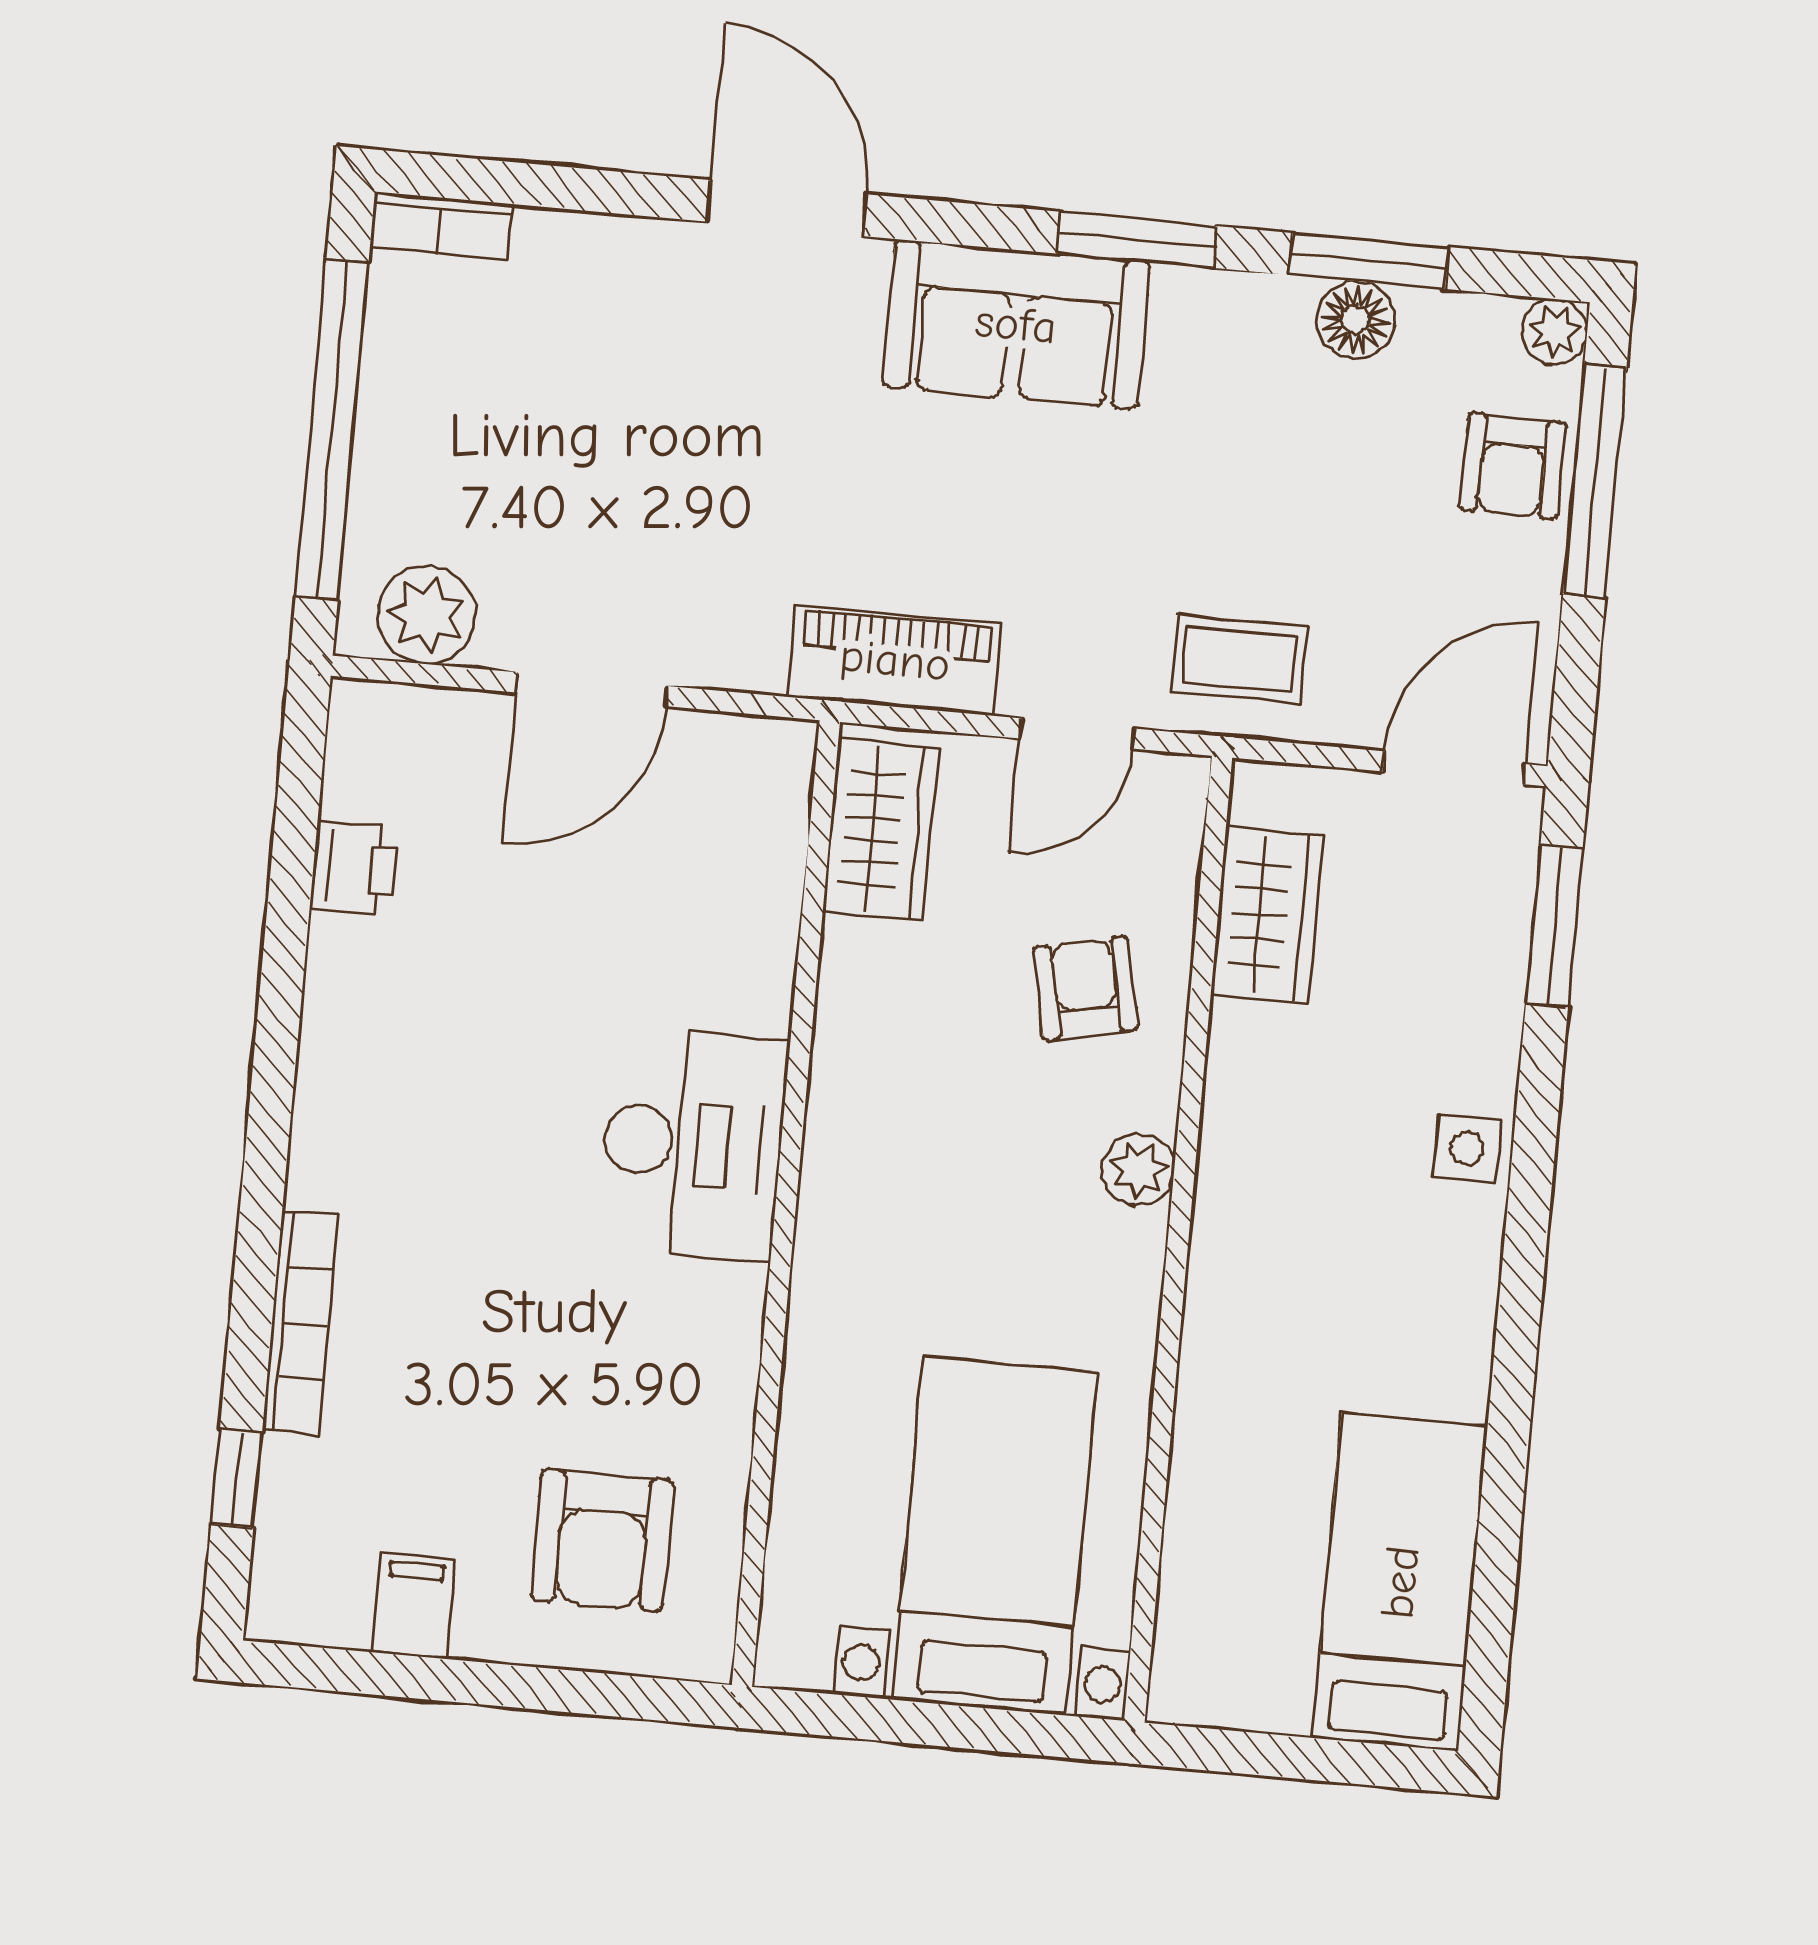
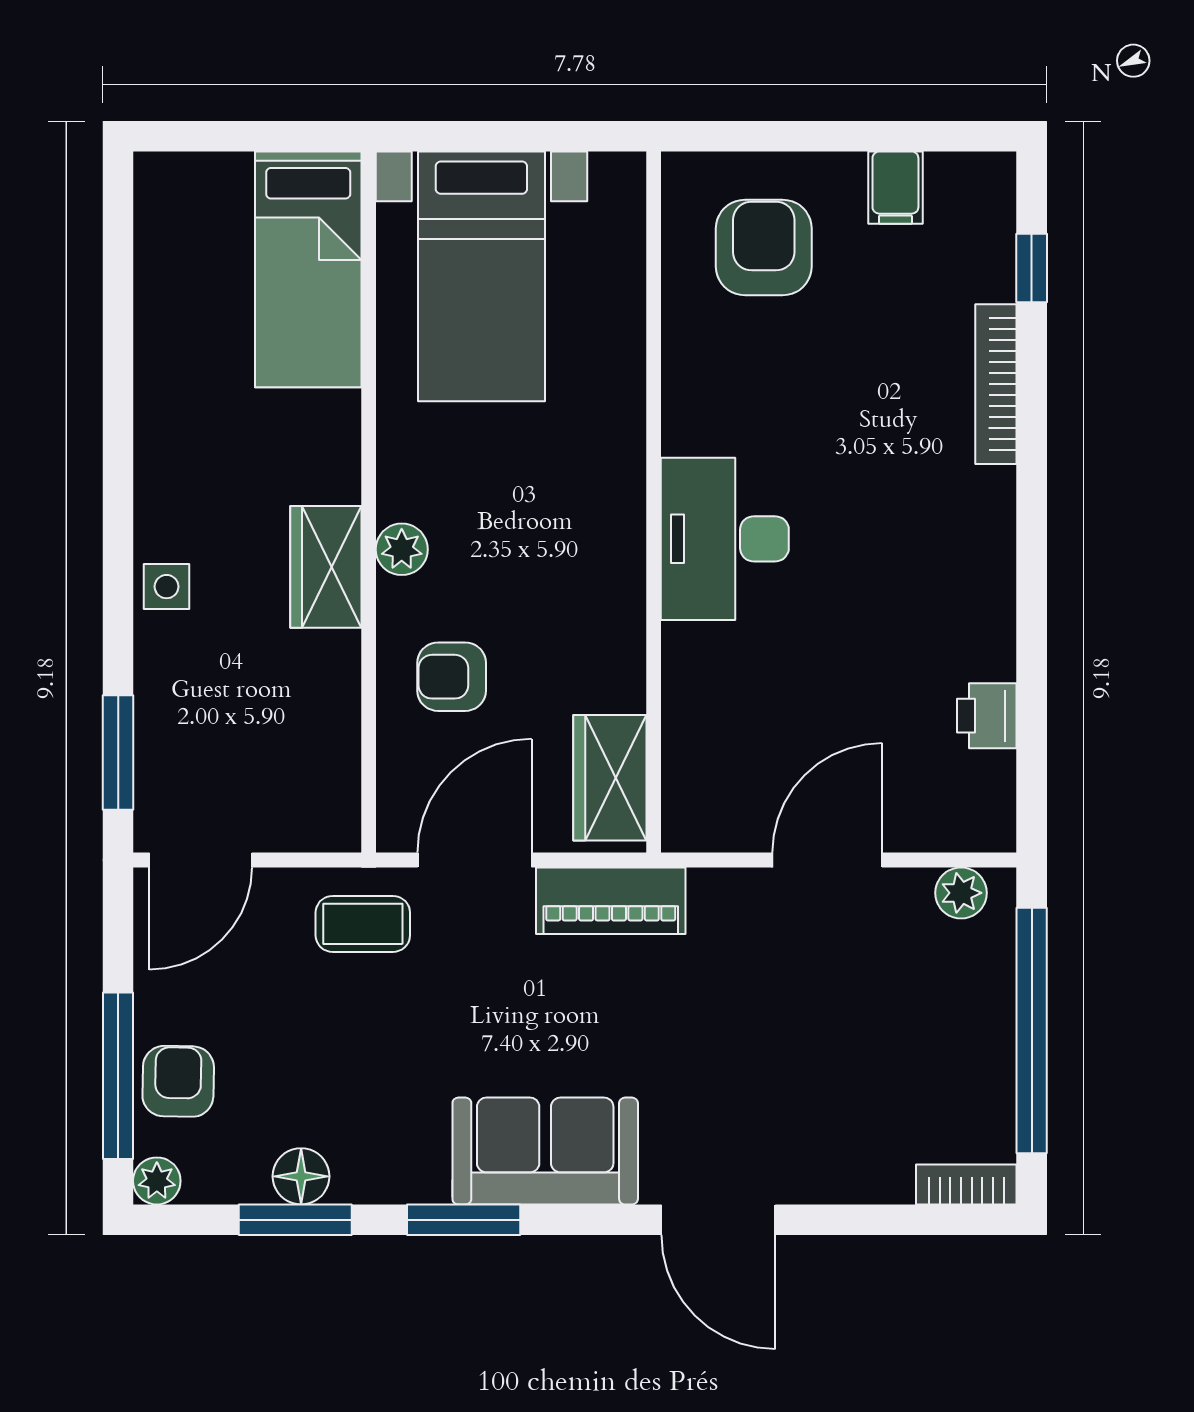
plant: (426, 615) -> (961, 893), width x0.73, depth x0.73
door: (1077, 734) -> (475, 860), width x1.38
wardrobe: (1267, 915) -> (326, 567), moved
armchair: (1086, 989) -> (452, 677), turned 102
bed: (1400, 1582) -> (308, 269), moved

